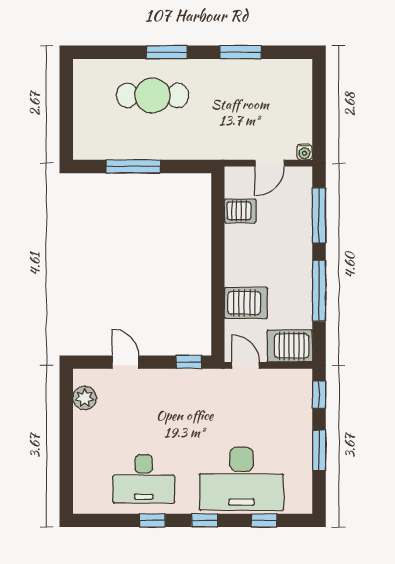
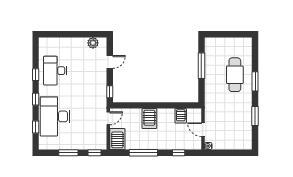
window: (319, 215) -> (179, 153), width x0.46
server rack: (246, 303) -> (149, 119), moved

